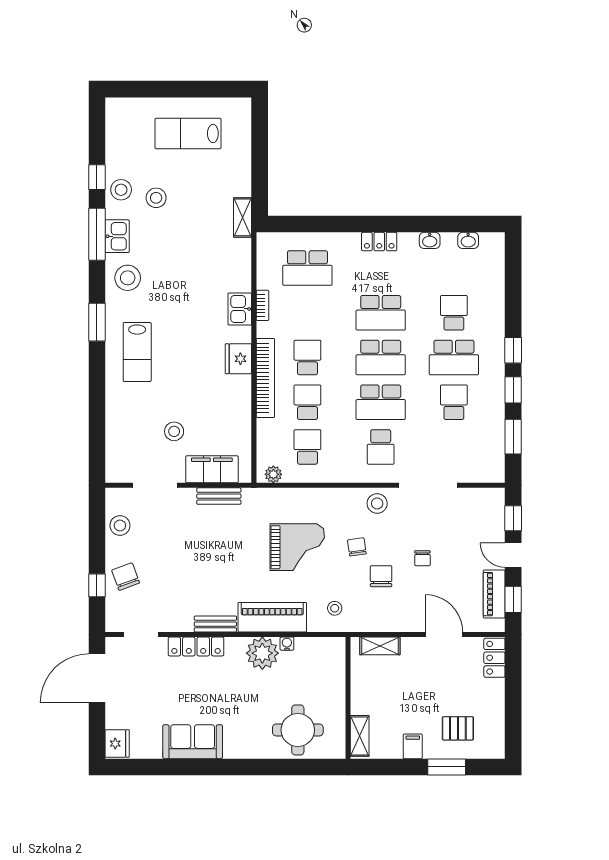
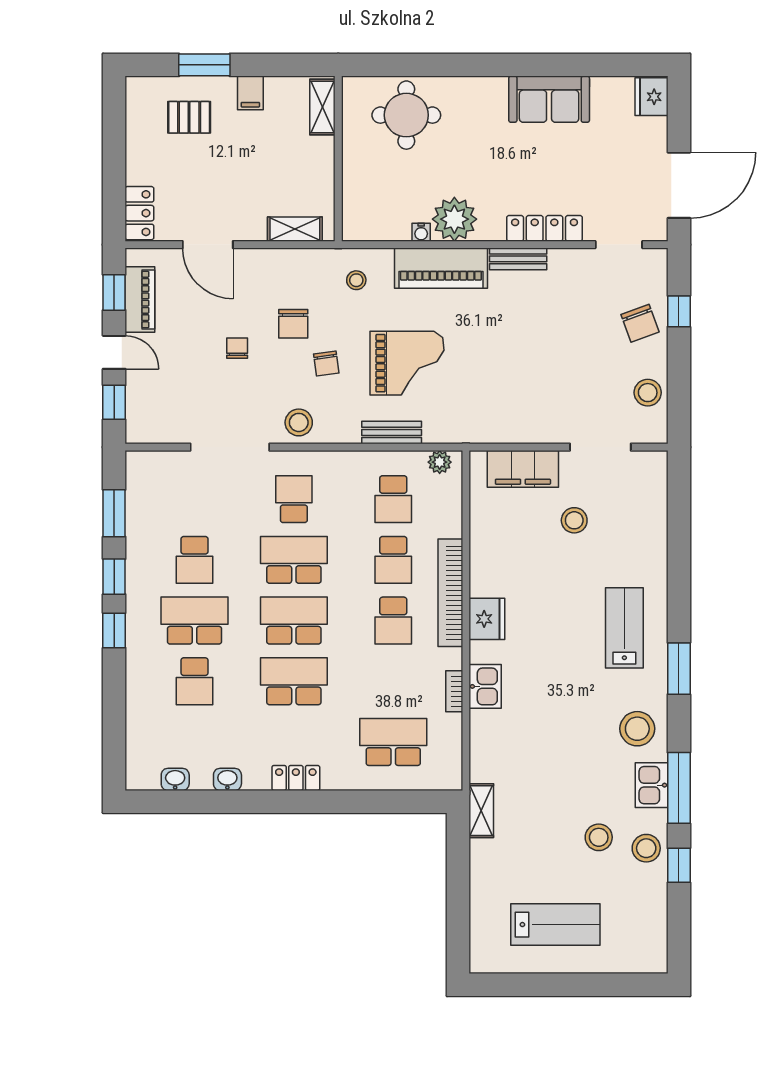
bench: (219, 496) -> (392, 432), moved
grand piano: (297, 547) -> (407, 363), turned 180

